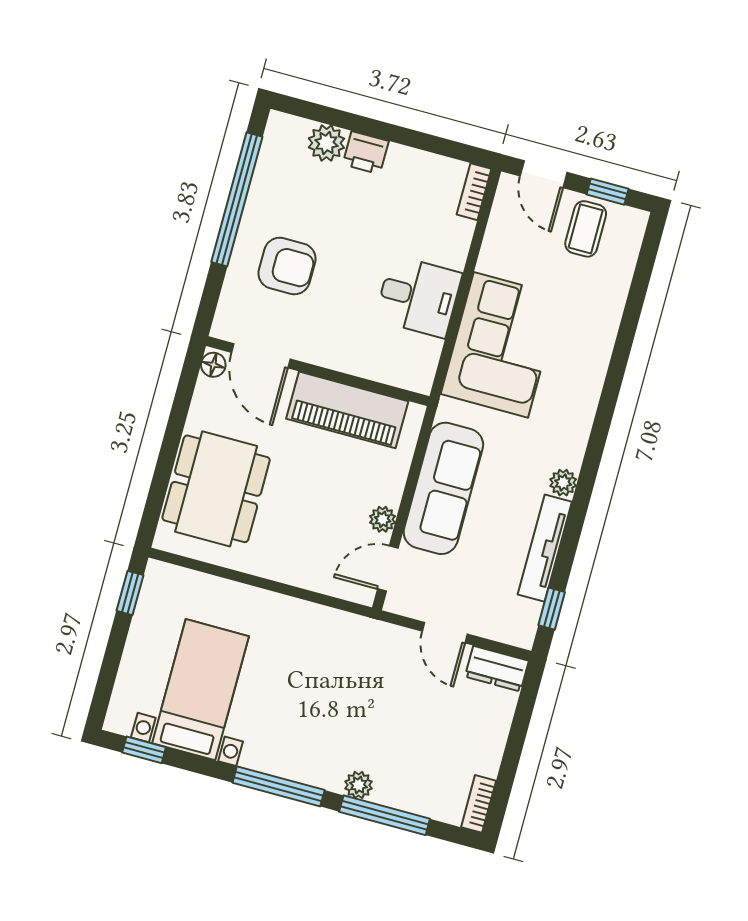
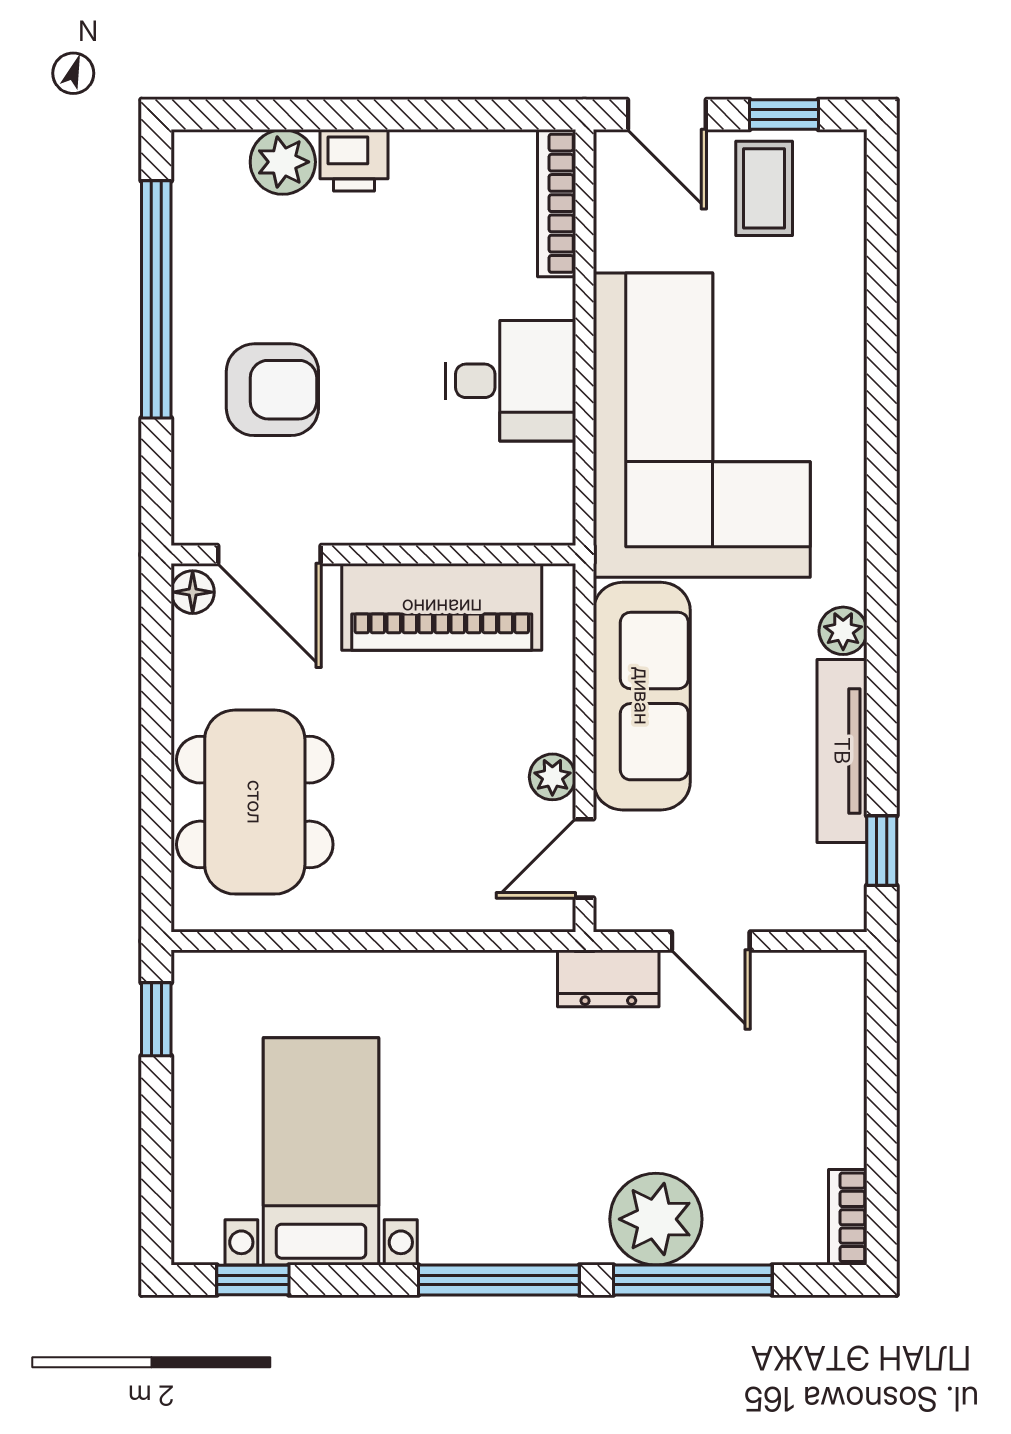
bookcase: (474, 192) -> (557, 203), width x1.56
corner sofa: (501, 345) -> (702, 425), width x1.36, depth x1.36
dresser: (497, 669) -> (608, 978), moved
plant: (359, 785) -> (656, 1219), width x1.87, depth x1.87

